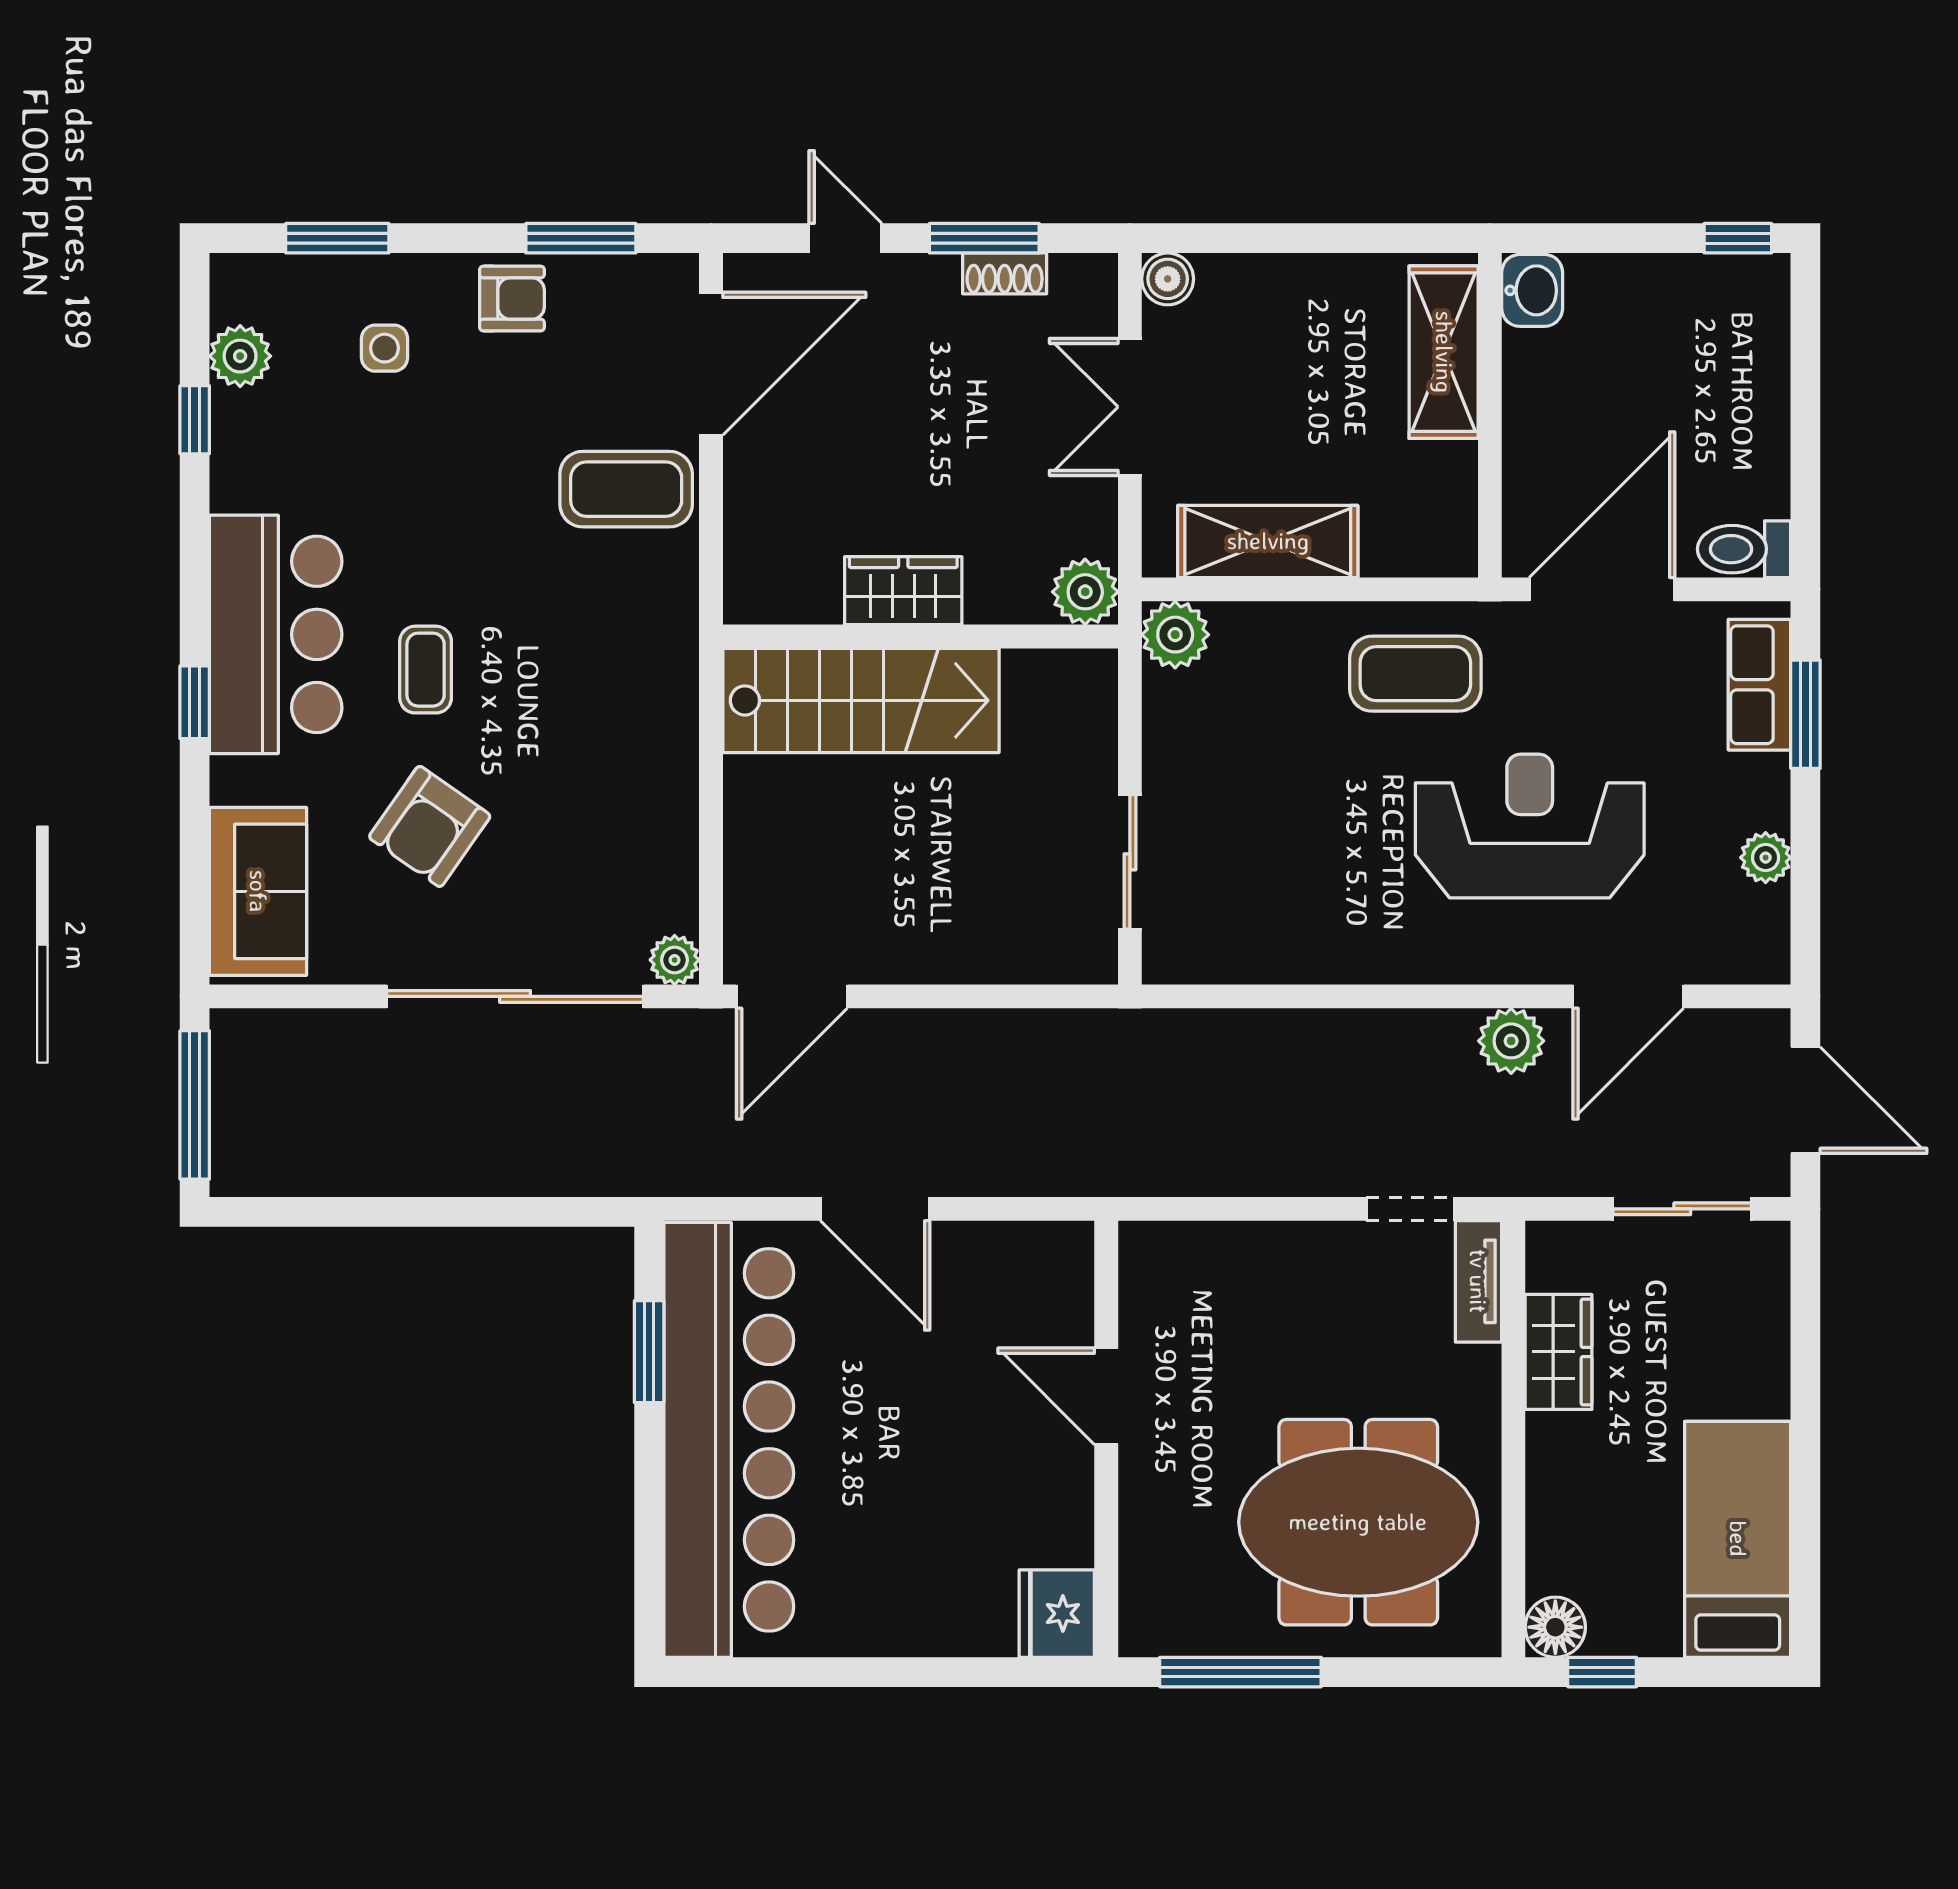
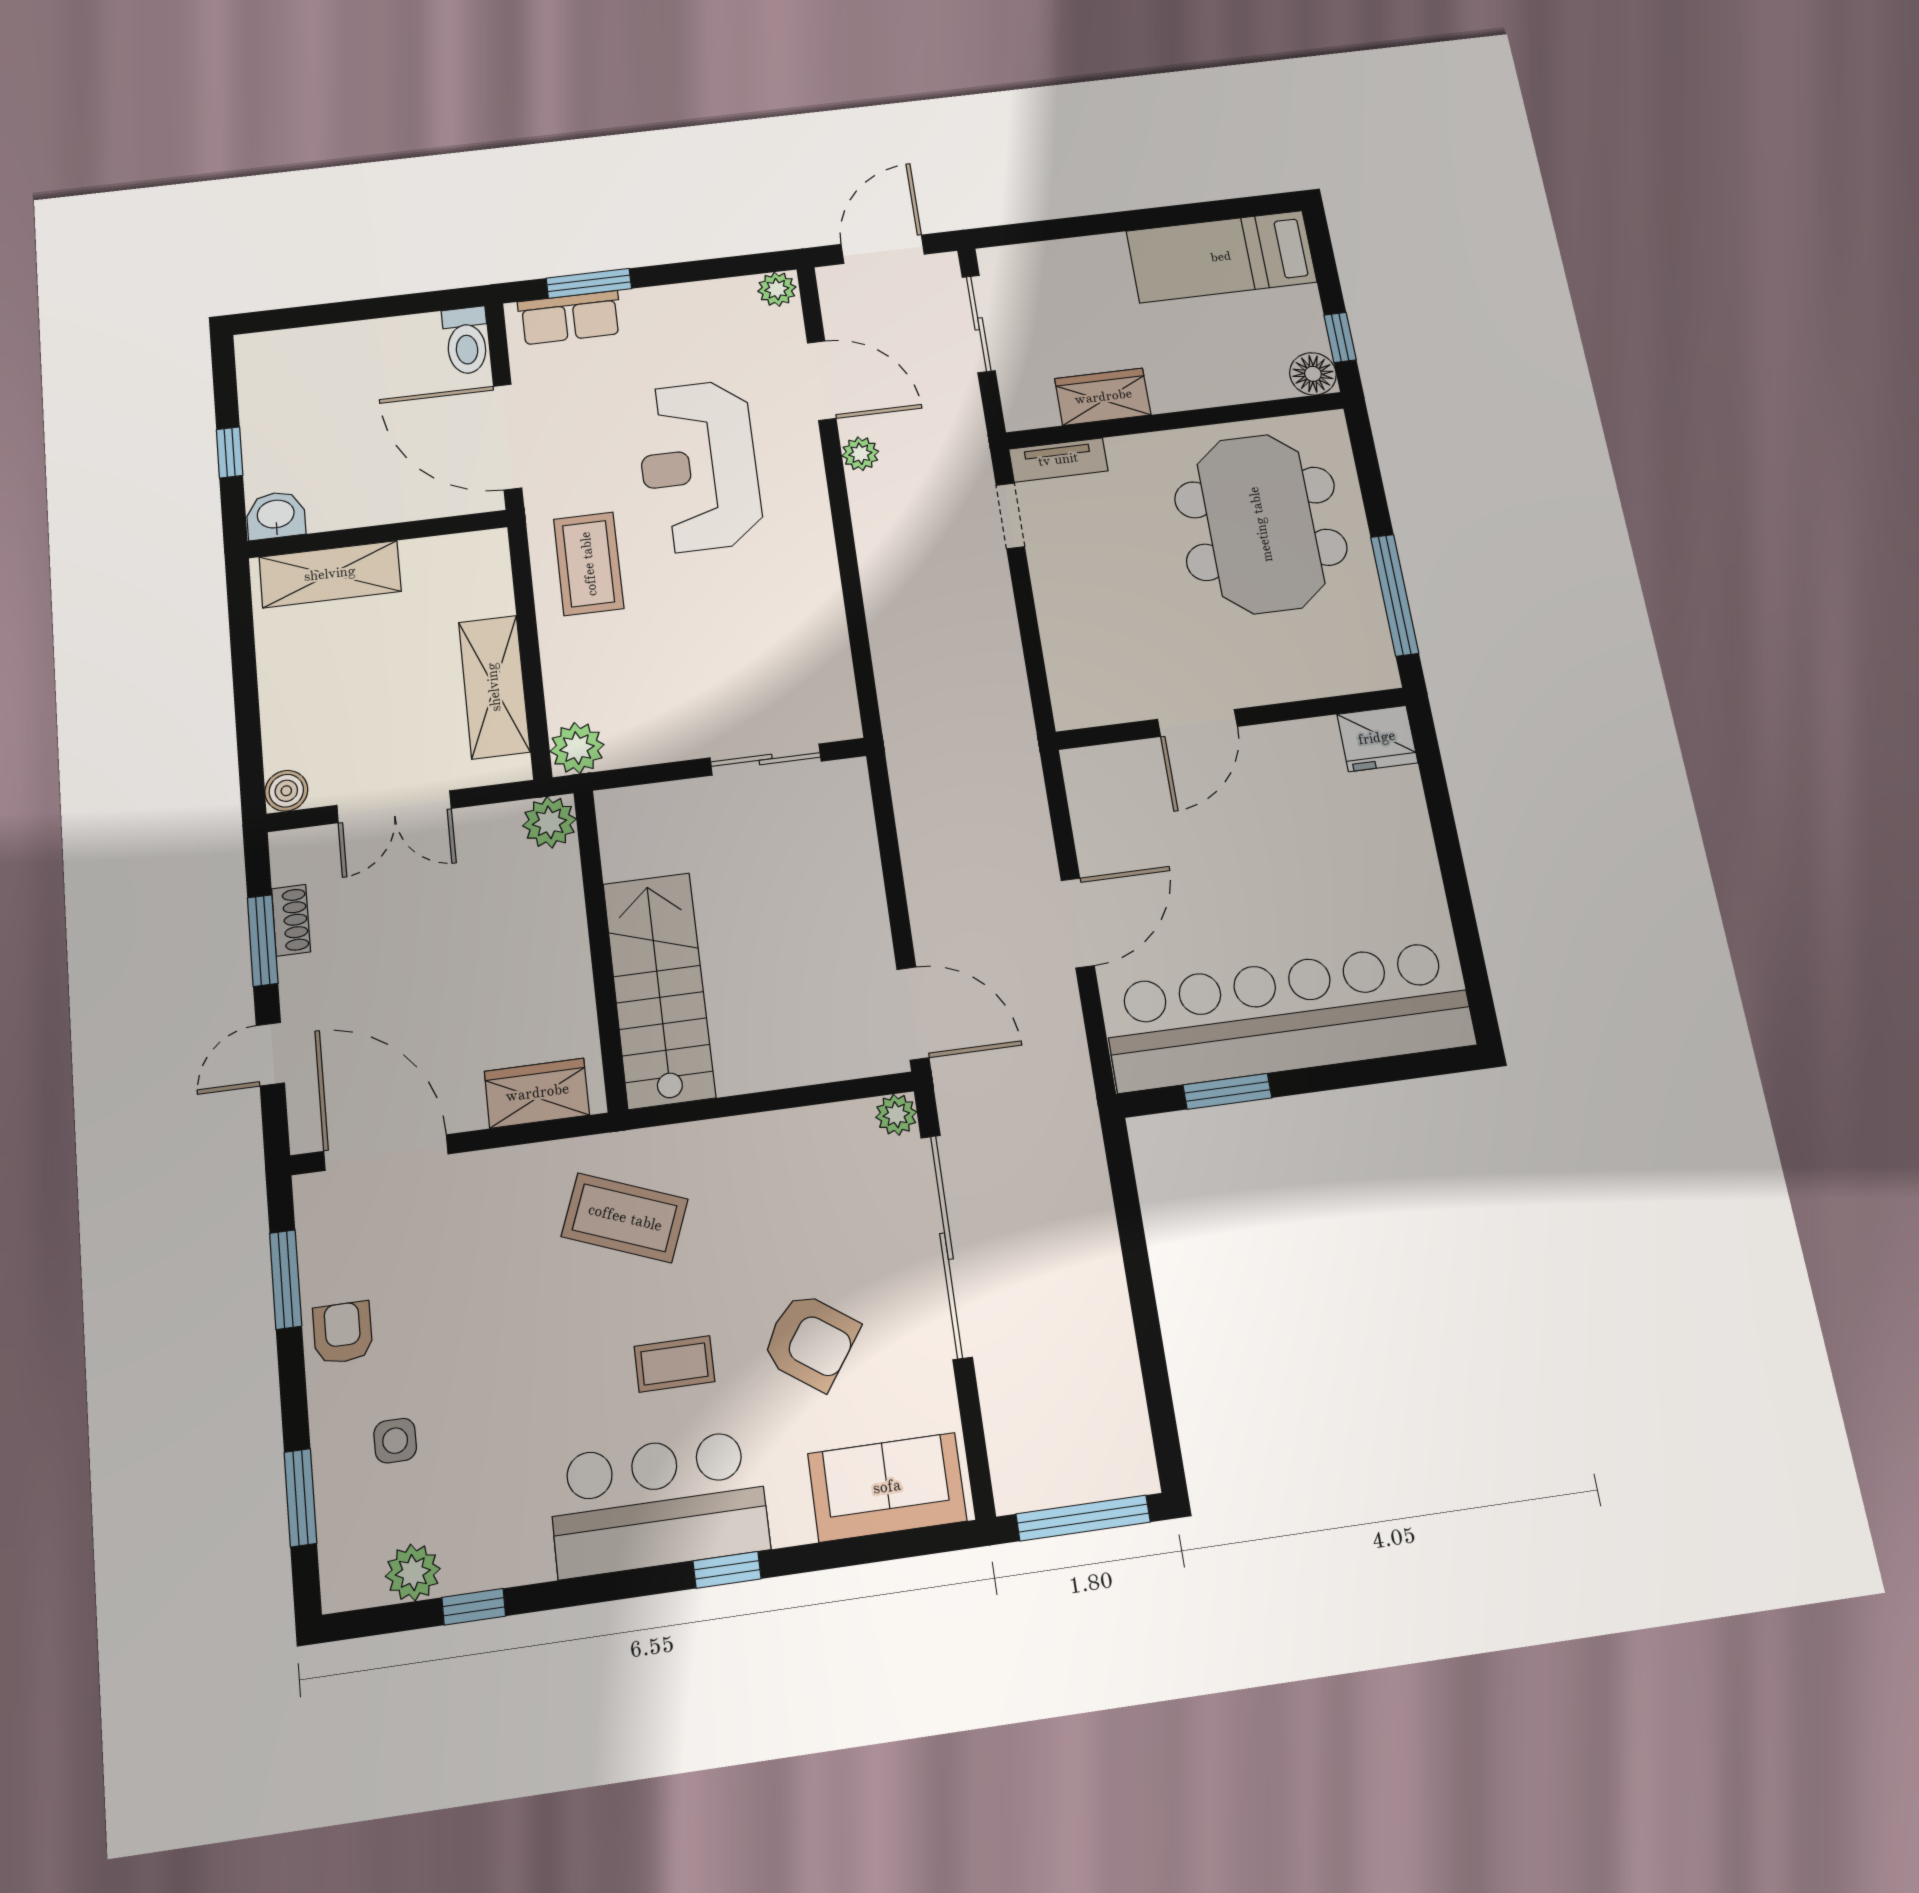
window: (1738, 238) -> (230, 453), moved
coffee table: (626, 489) -> (625, 1218), moved, turned -69
wardrobe: (903, 591) -> (537, 1093), moved, turned 90
plant: (1766, 858) -> (777, 289), moved
plant: (1511, 1041) -> (860, 454), width x0.73, depth x0.73

